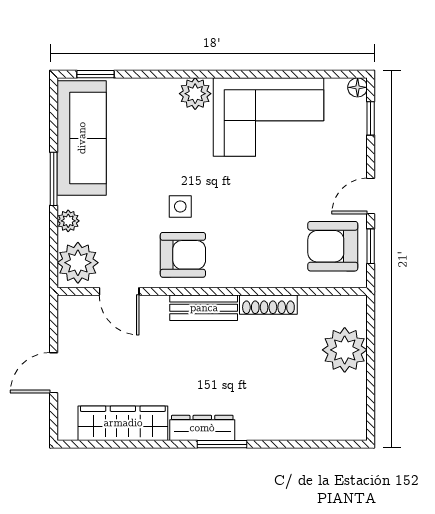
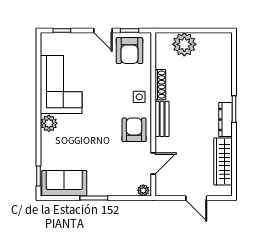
floor lamp: (358, 87) -> (46, 38), removed
sofa: (82, 138) -> (64, 183), width x0.73
side table: (180, 206) -> (139, 97), moved
plant: (68, 221) -> (116, 190), removed
plant: (78, 263) -> (143, 190), width x0.53, depth x0.53

